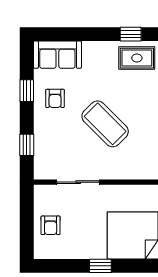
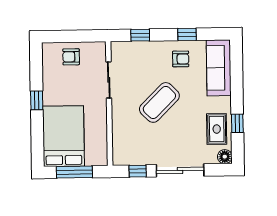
sofa: (57, 55) -> (219, 68), width x1.36
armchair: (55, 98) -> (181, 59), turned 180

